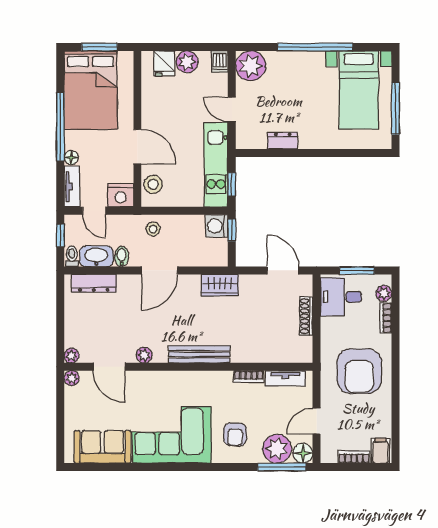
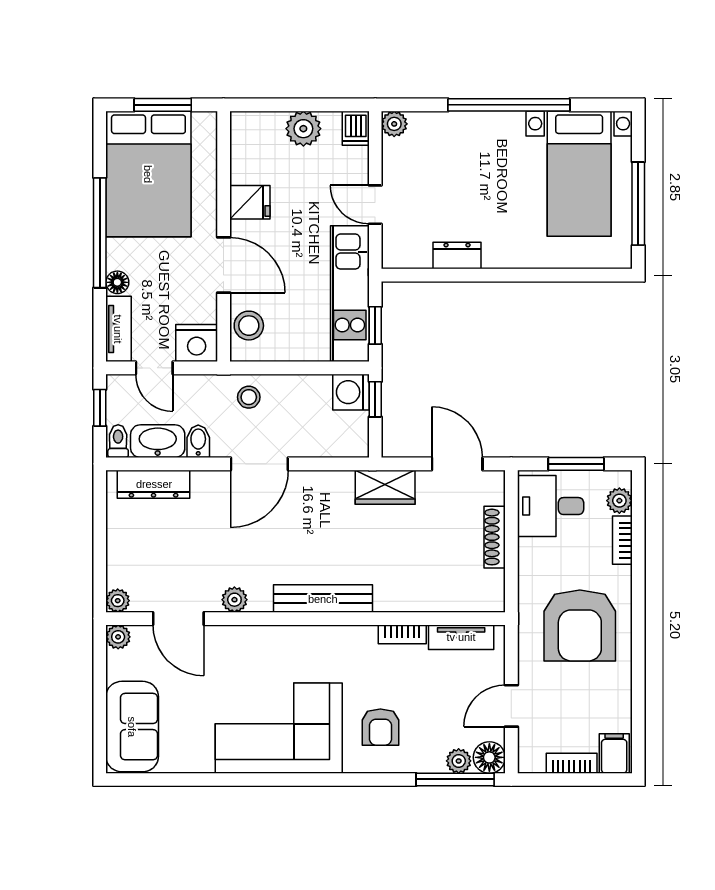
fridge: (164, 63) -> (250, 202), moved, turned -90
plant: (251, 66) -> (394, 124), width x0.53, depth x0.53
wardrobe: (220, 285) -> (385, 487), moved
sofa: (102, 447) -> (132, 727), moved, turned 90
plant: (277, 449) -> (459, 761), width x0.53, depth x0.53

